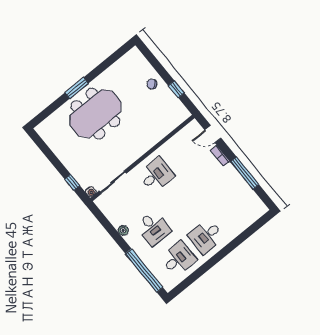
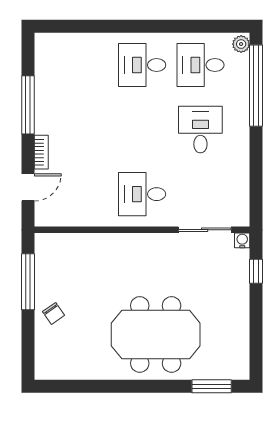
window: (77, 88) -> (212, 386), moved
window: (176, 89) -> (28, 282), width x2.17
door: (213, 134) -> (28, 187), hinge flipped
plant: (123, 230) -> (241, 44), moved
desk: (206, 236) -> (142, 65), turned 180

